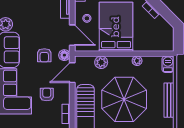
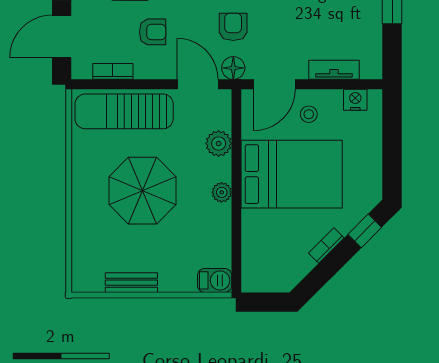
armchair: (44, 55) -> (233, 27), turned 90
plant: (137, 61) -> (222, 192), moved
parasol: (124, 99) -> (143, 191), width x0.73, depth x0.73
bench: (169, 100) -> (131, 283), width x0.73

